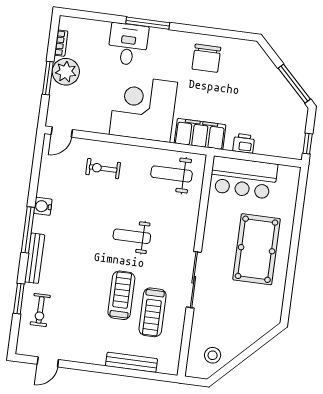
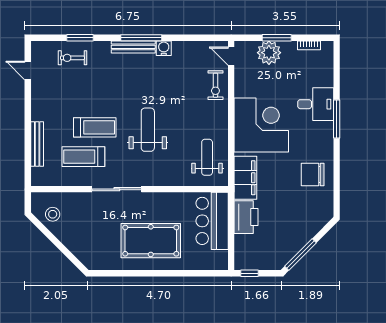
plant: (66, 72) -> (269, 53), moved
printer: (244, 143) -> (246, 217), width x1.87, depth x1.48
exercise bike: (103, 169) -> (215, 85), moved, turned 180
weight bench: (132, 236) -> (148, 130), width x1.36, depth x1.33
bench: (35, 258) -> (133, 47), moved

